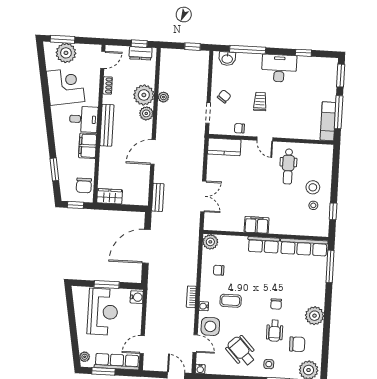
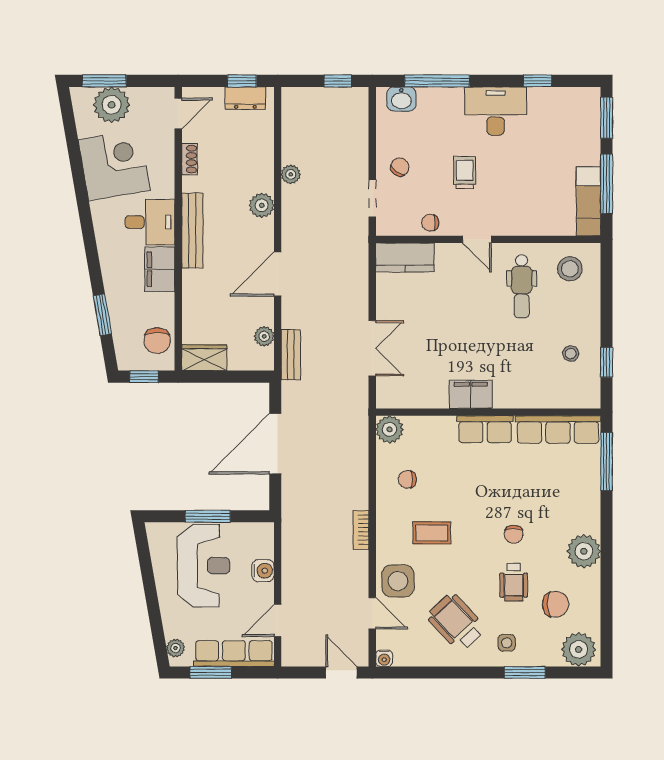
plant: (144, 95) -> (264, 336), moved, width x0.53, depth x0.53
stool: (313, 187) -> (570, 269), moved
water cooler: (137, 297) -> (263, 571), moved
water cooler: (204, 306) -> (384, 545), removed

